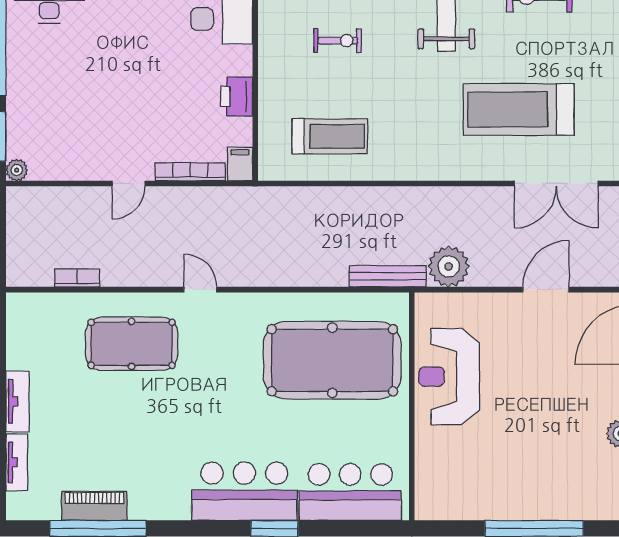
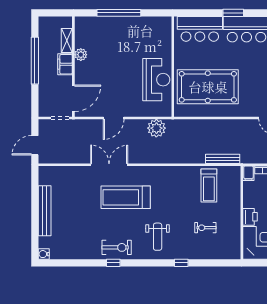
printer: (237, 96) -> (250, 217), moved
treadmill: (519, 110) -> (126, 197), turned 180
treadmill: (330, 136) -> (209, 186), turned -90
bench: (388, 276) -> (223, 159), moved

